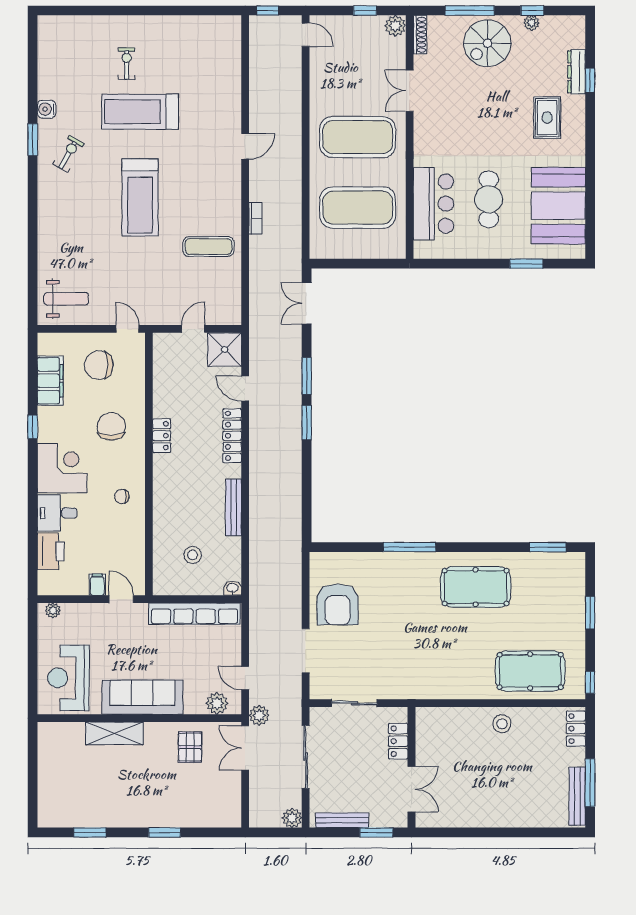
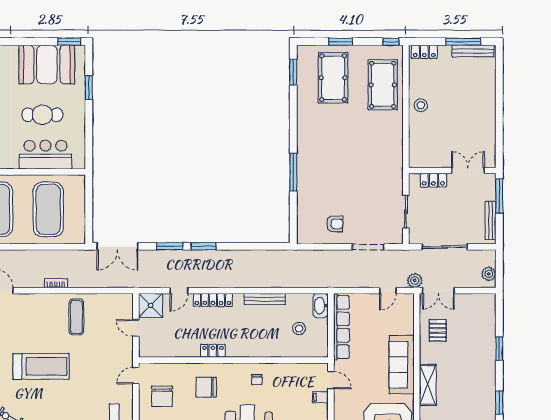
window: (590, 236) -> (69, 42), added
double door: (307, 303) -> (117, 246), width x1.37
pool table: (476, 587) -> (333, 78), moved
washbasin: (233, 588) -> (321, 306), width x1.91, depth x1.45
door: (121, 599) -> (331, 380), swing flipped
armchair: (338, 604) -> (335, 224), width x0.53, depth x0.53
plant: (217, 703) -> (406, 311), removed
pallet: (190, 747) -> (438, 330), turned 90
plant: (292, 818) -> (489, 274), moved
window: (376, 832) -> (499, 196), width x1.44

